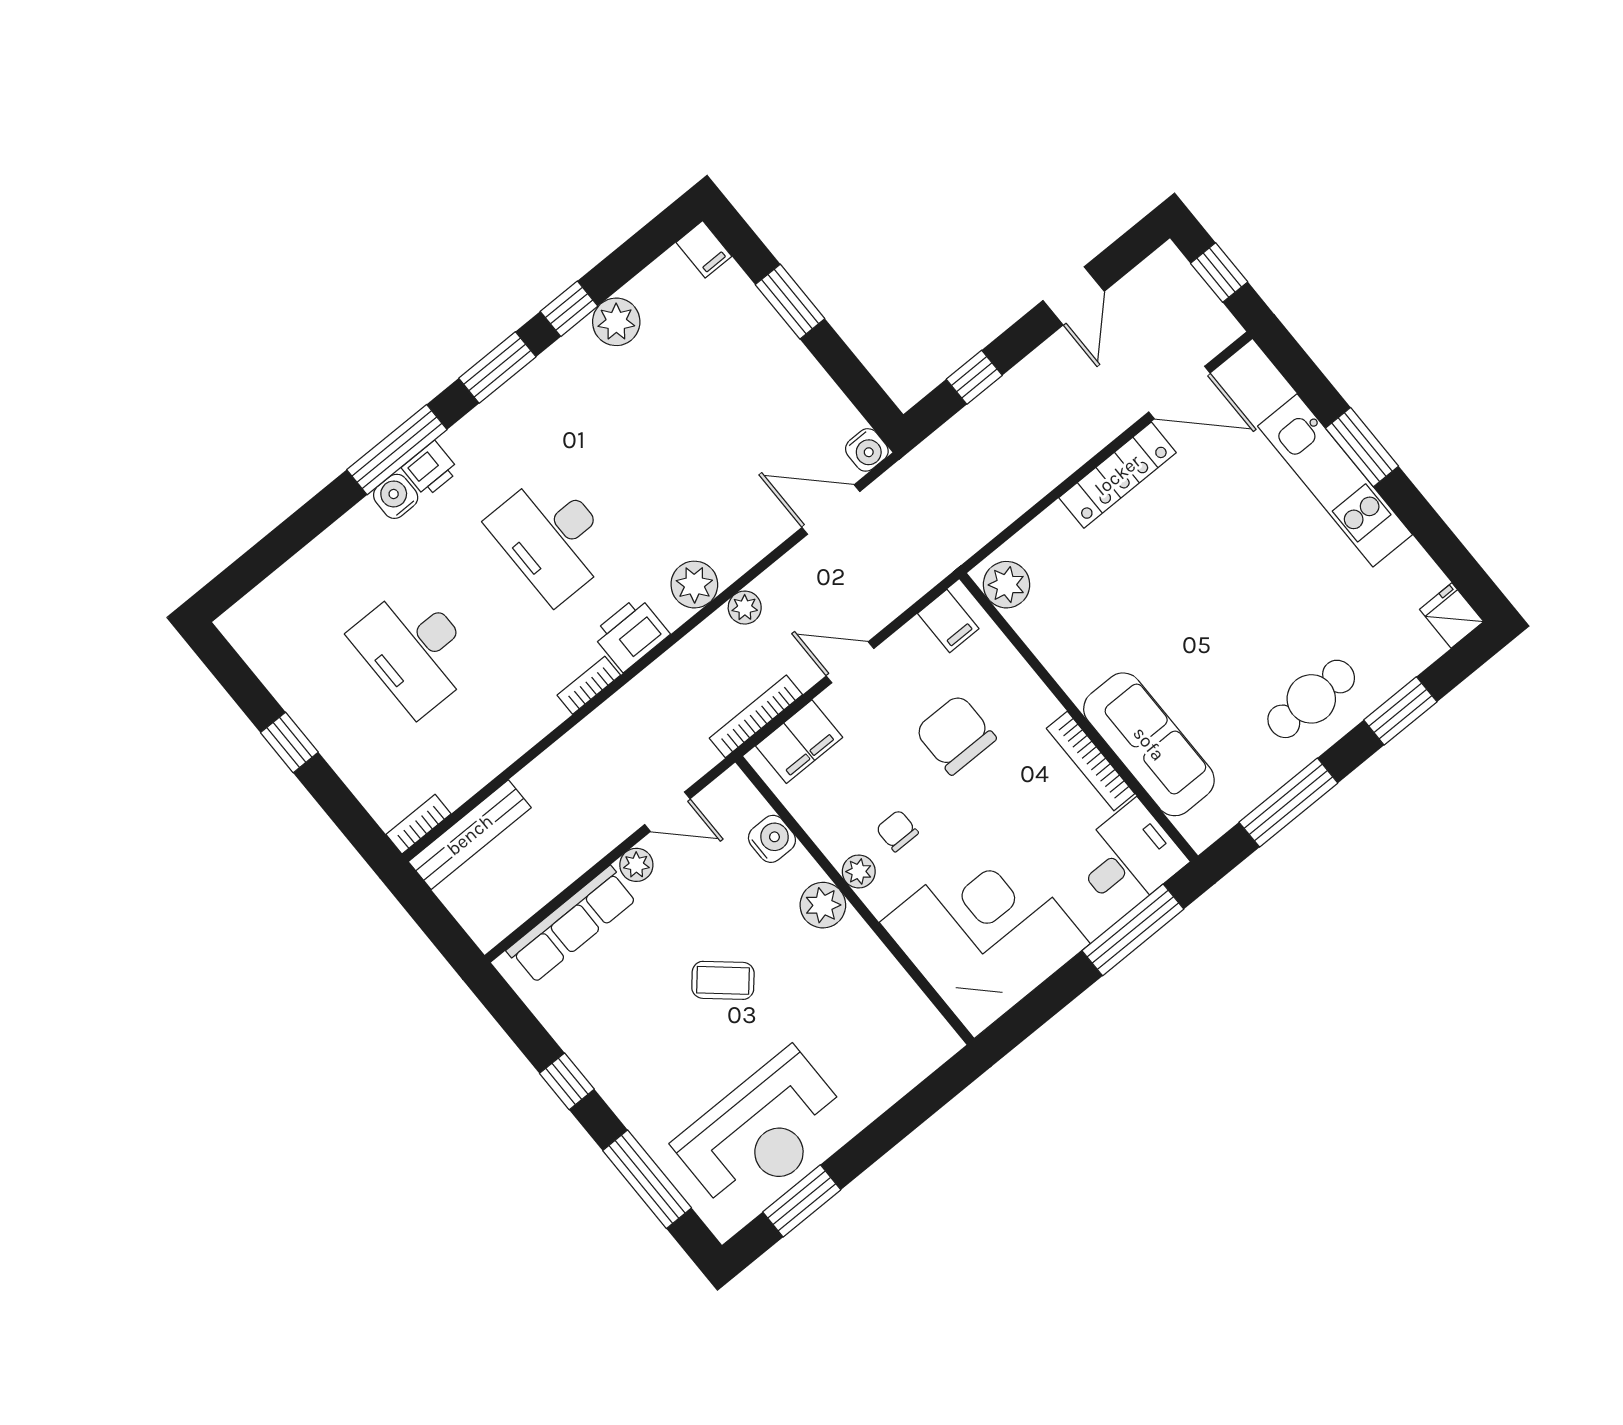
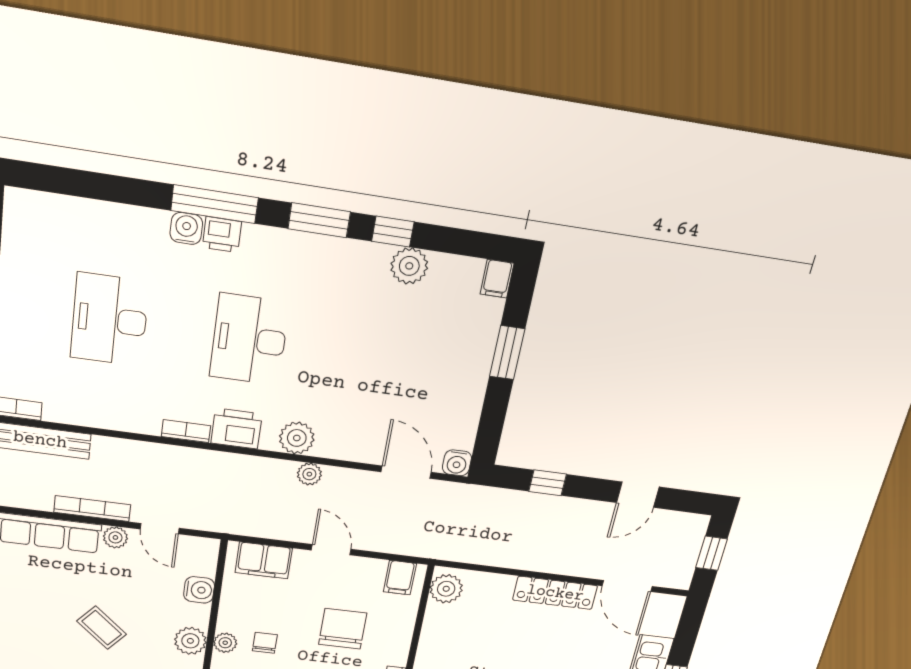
bookcase: (756, 716) -> (92, 509), moved

